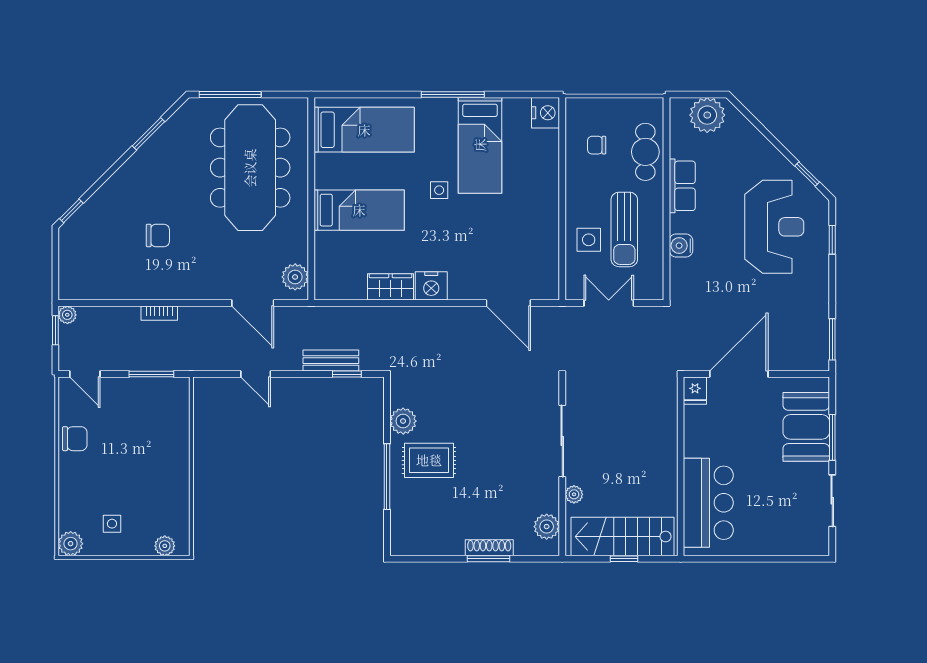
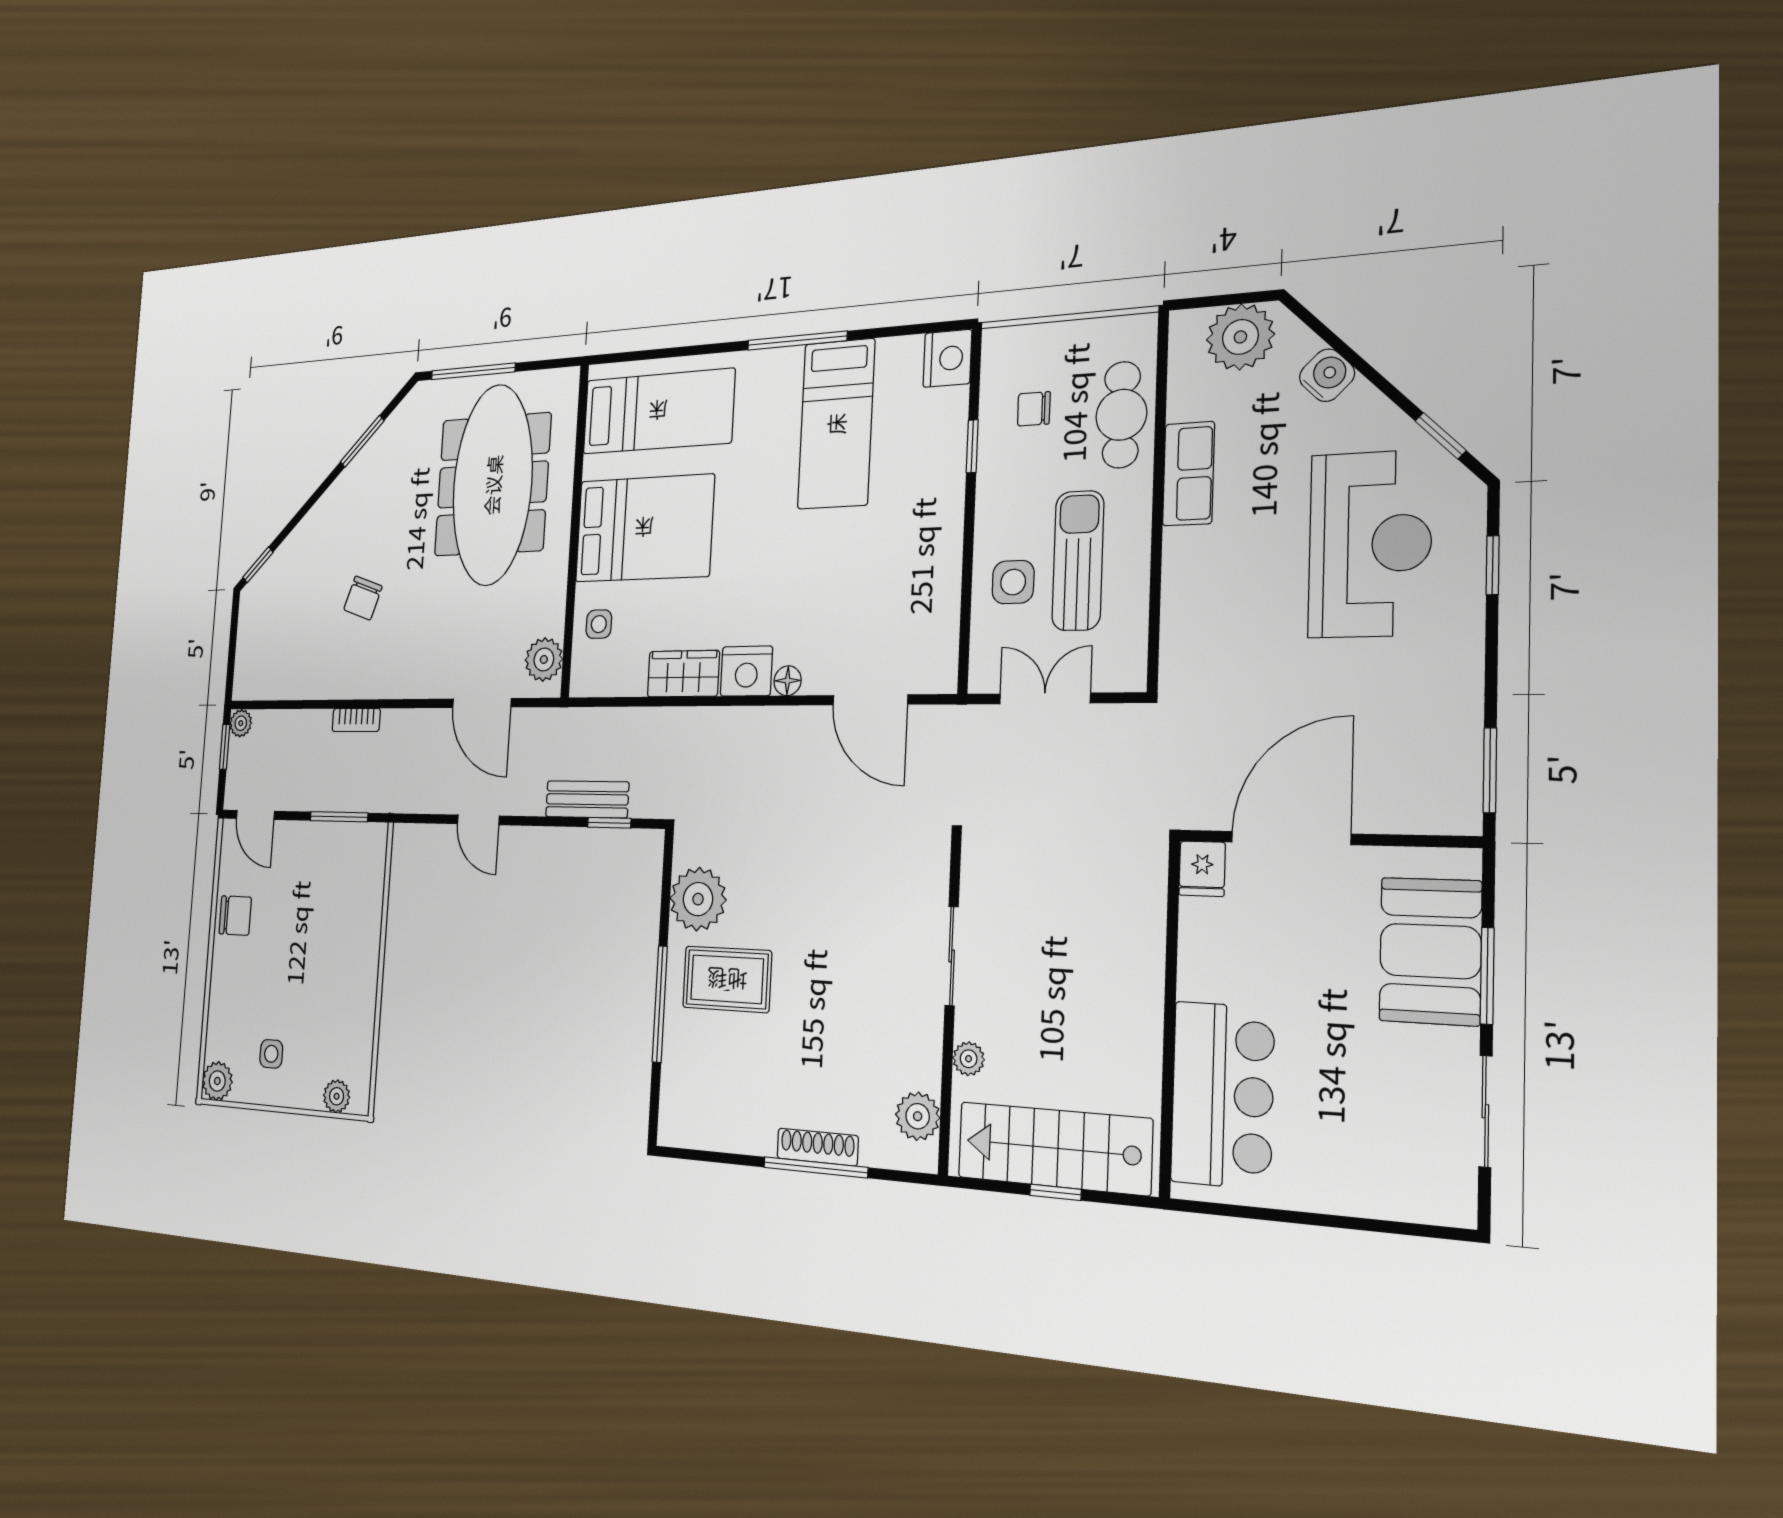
window: (562, 164) -> (972, 446), added
side table: (439, 190) -> (599, 624), moved
bed: (359, 210) -> (644, 528), width x1.50
sun lounger: (624, 229) -> (1078, 561), turned 180
chair: (158, 236) -> (363, 598), turned 109
water cooler: (681, 246) -> (1327, 375), moved, turned 135
floor lamp: (457, 292) -> (788, 681), added
plant: (403, 421) -> (698, 899), width x1.36, depth x1.36
sliding door: (562, 441) -> (952, 956), width x0.73
window: (489, 559) -> (815, 1167), width x1.44

